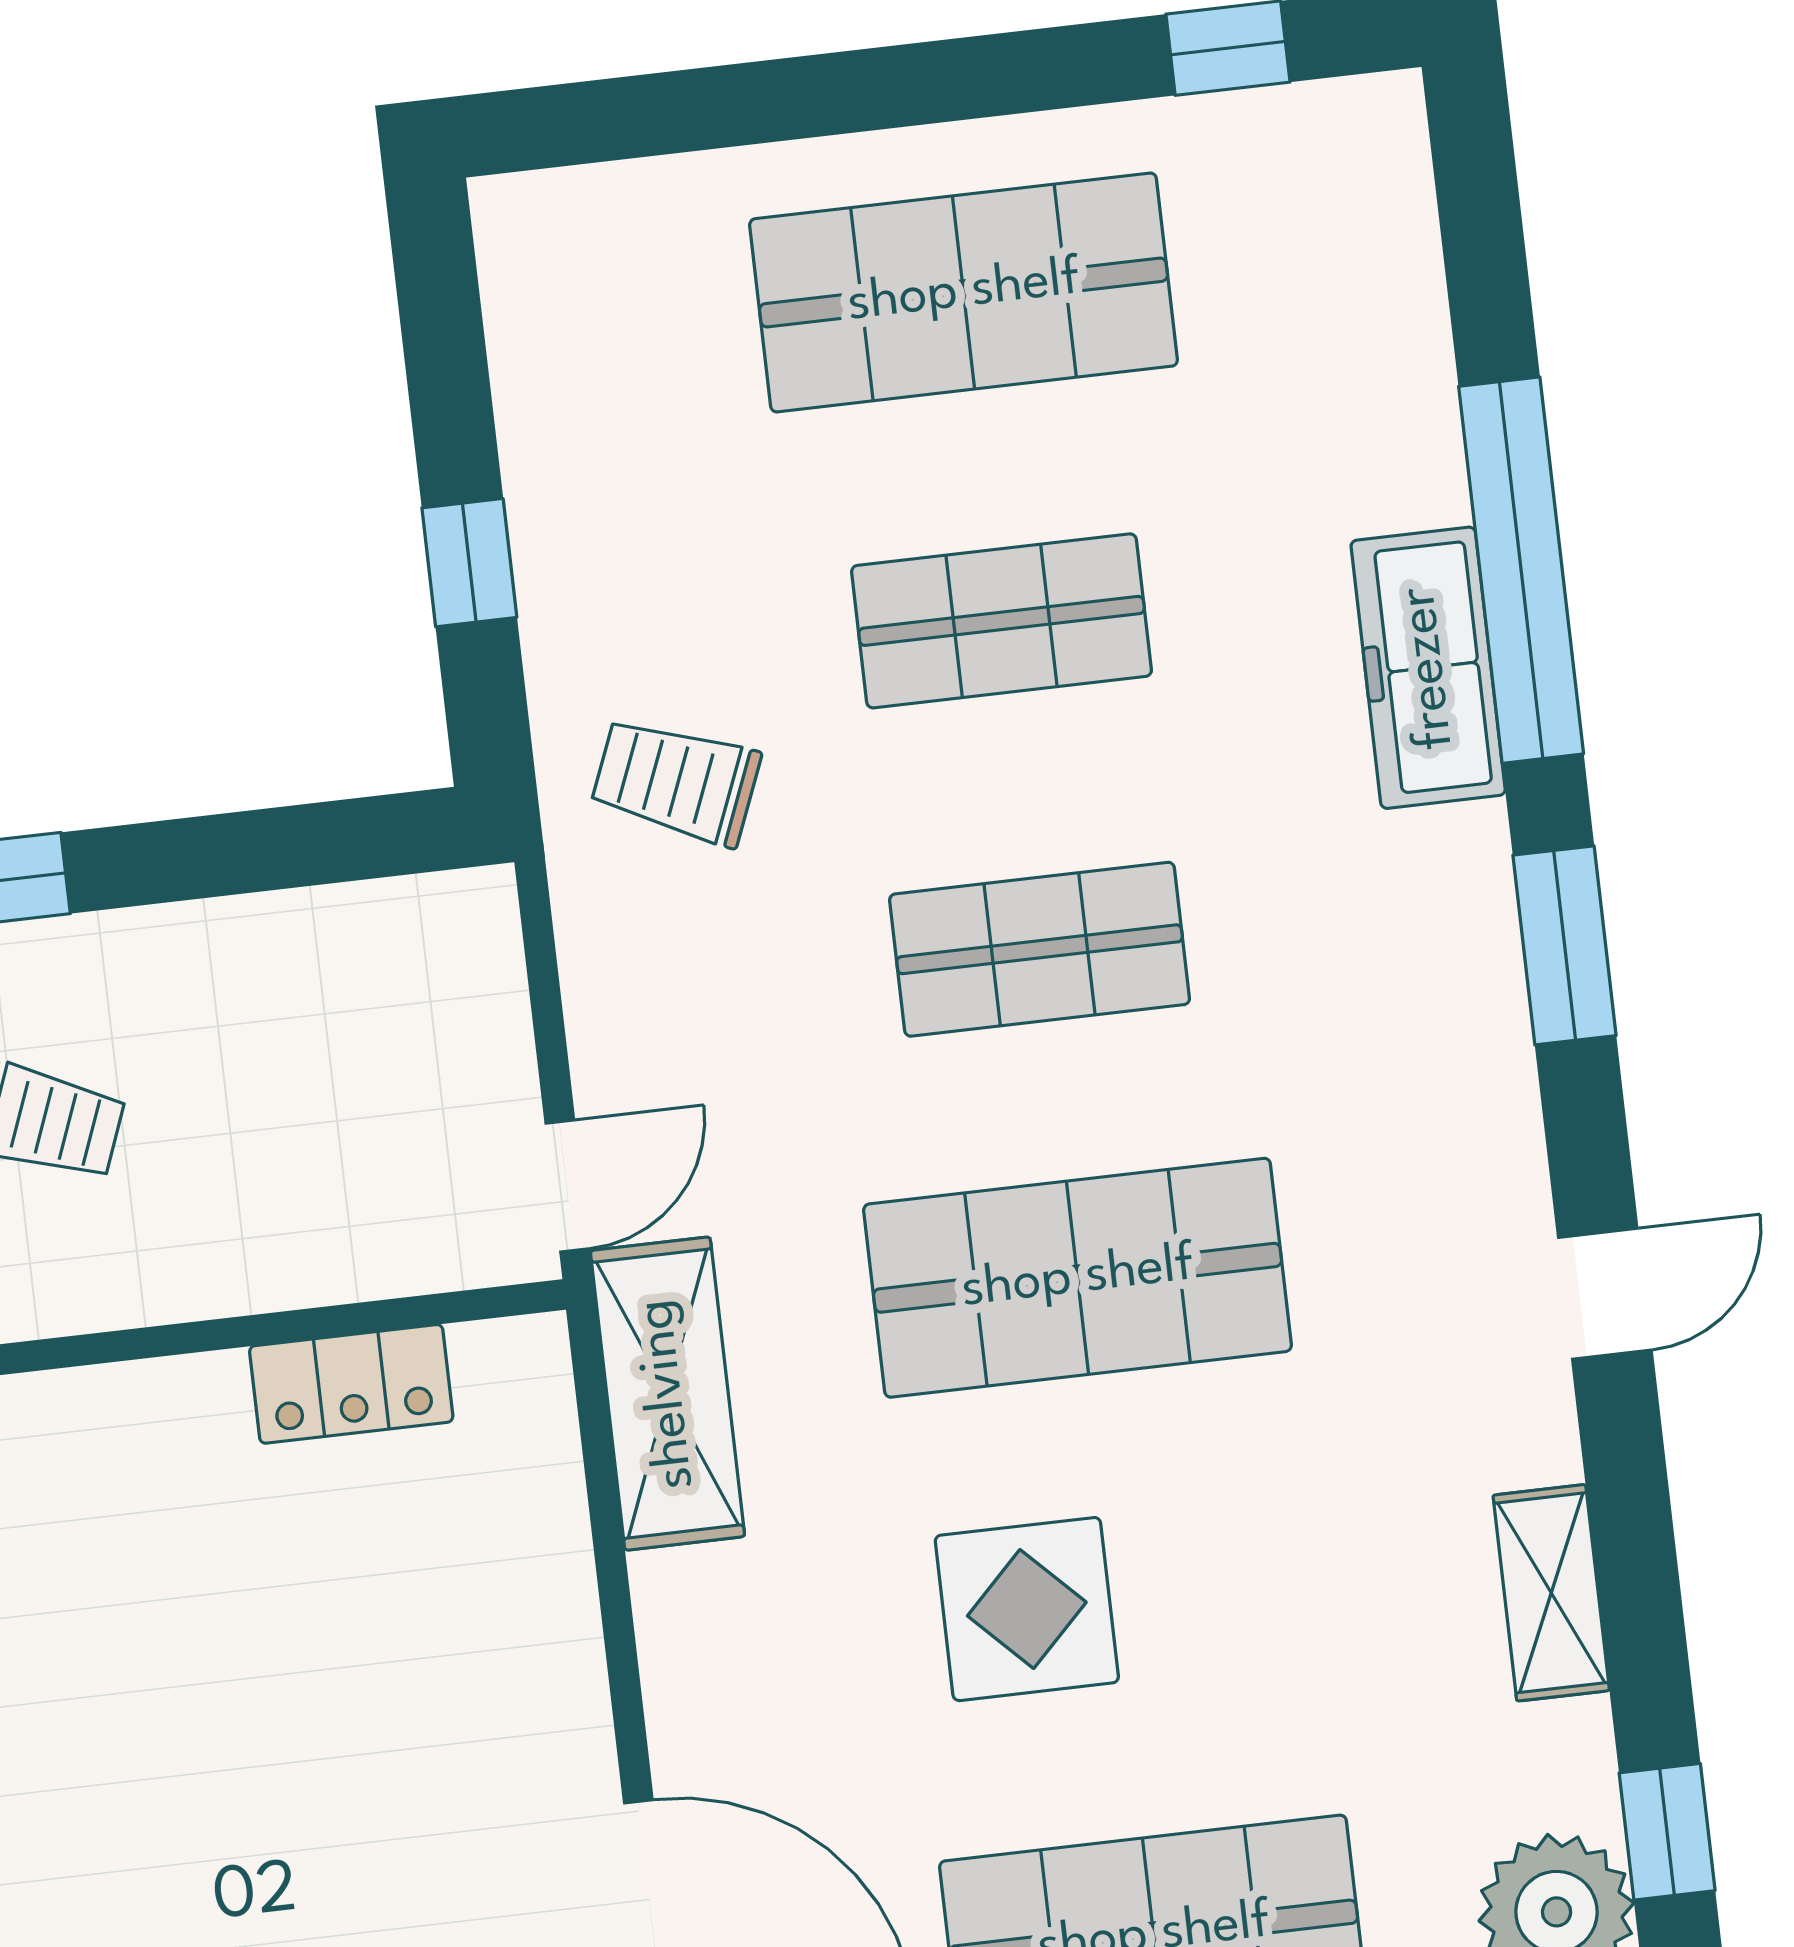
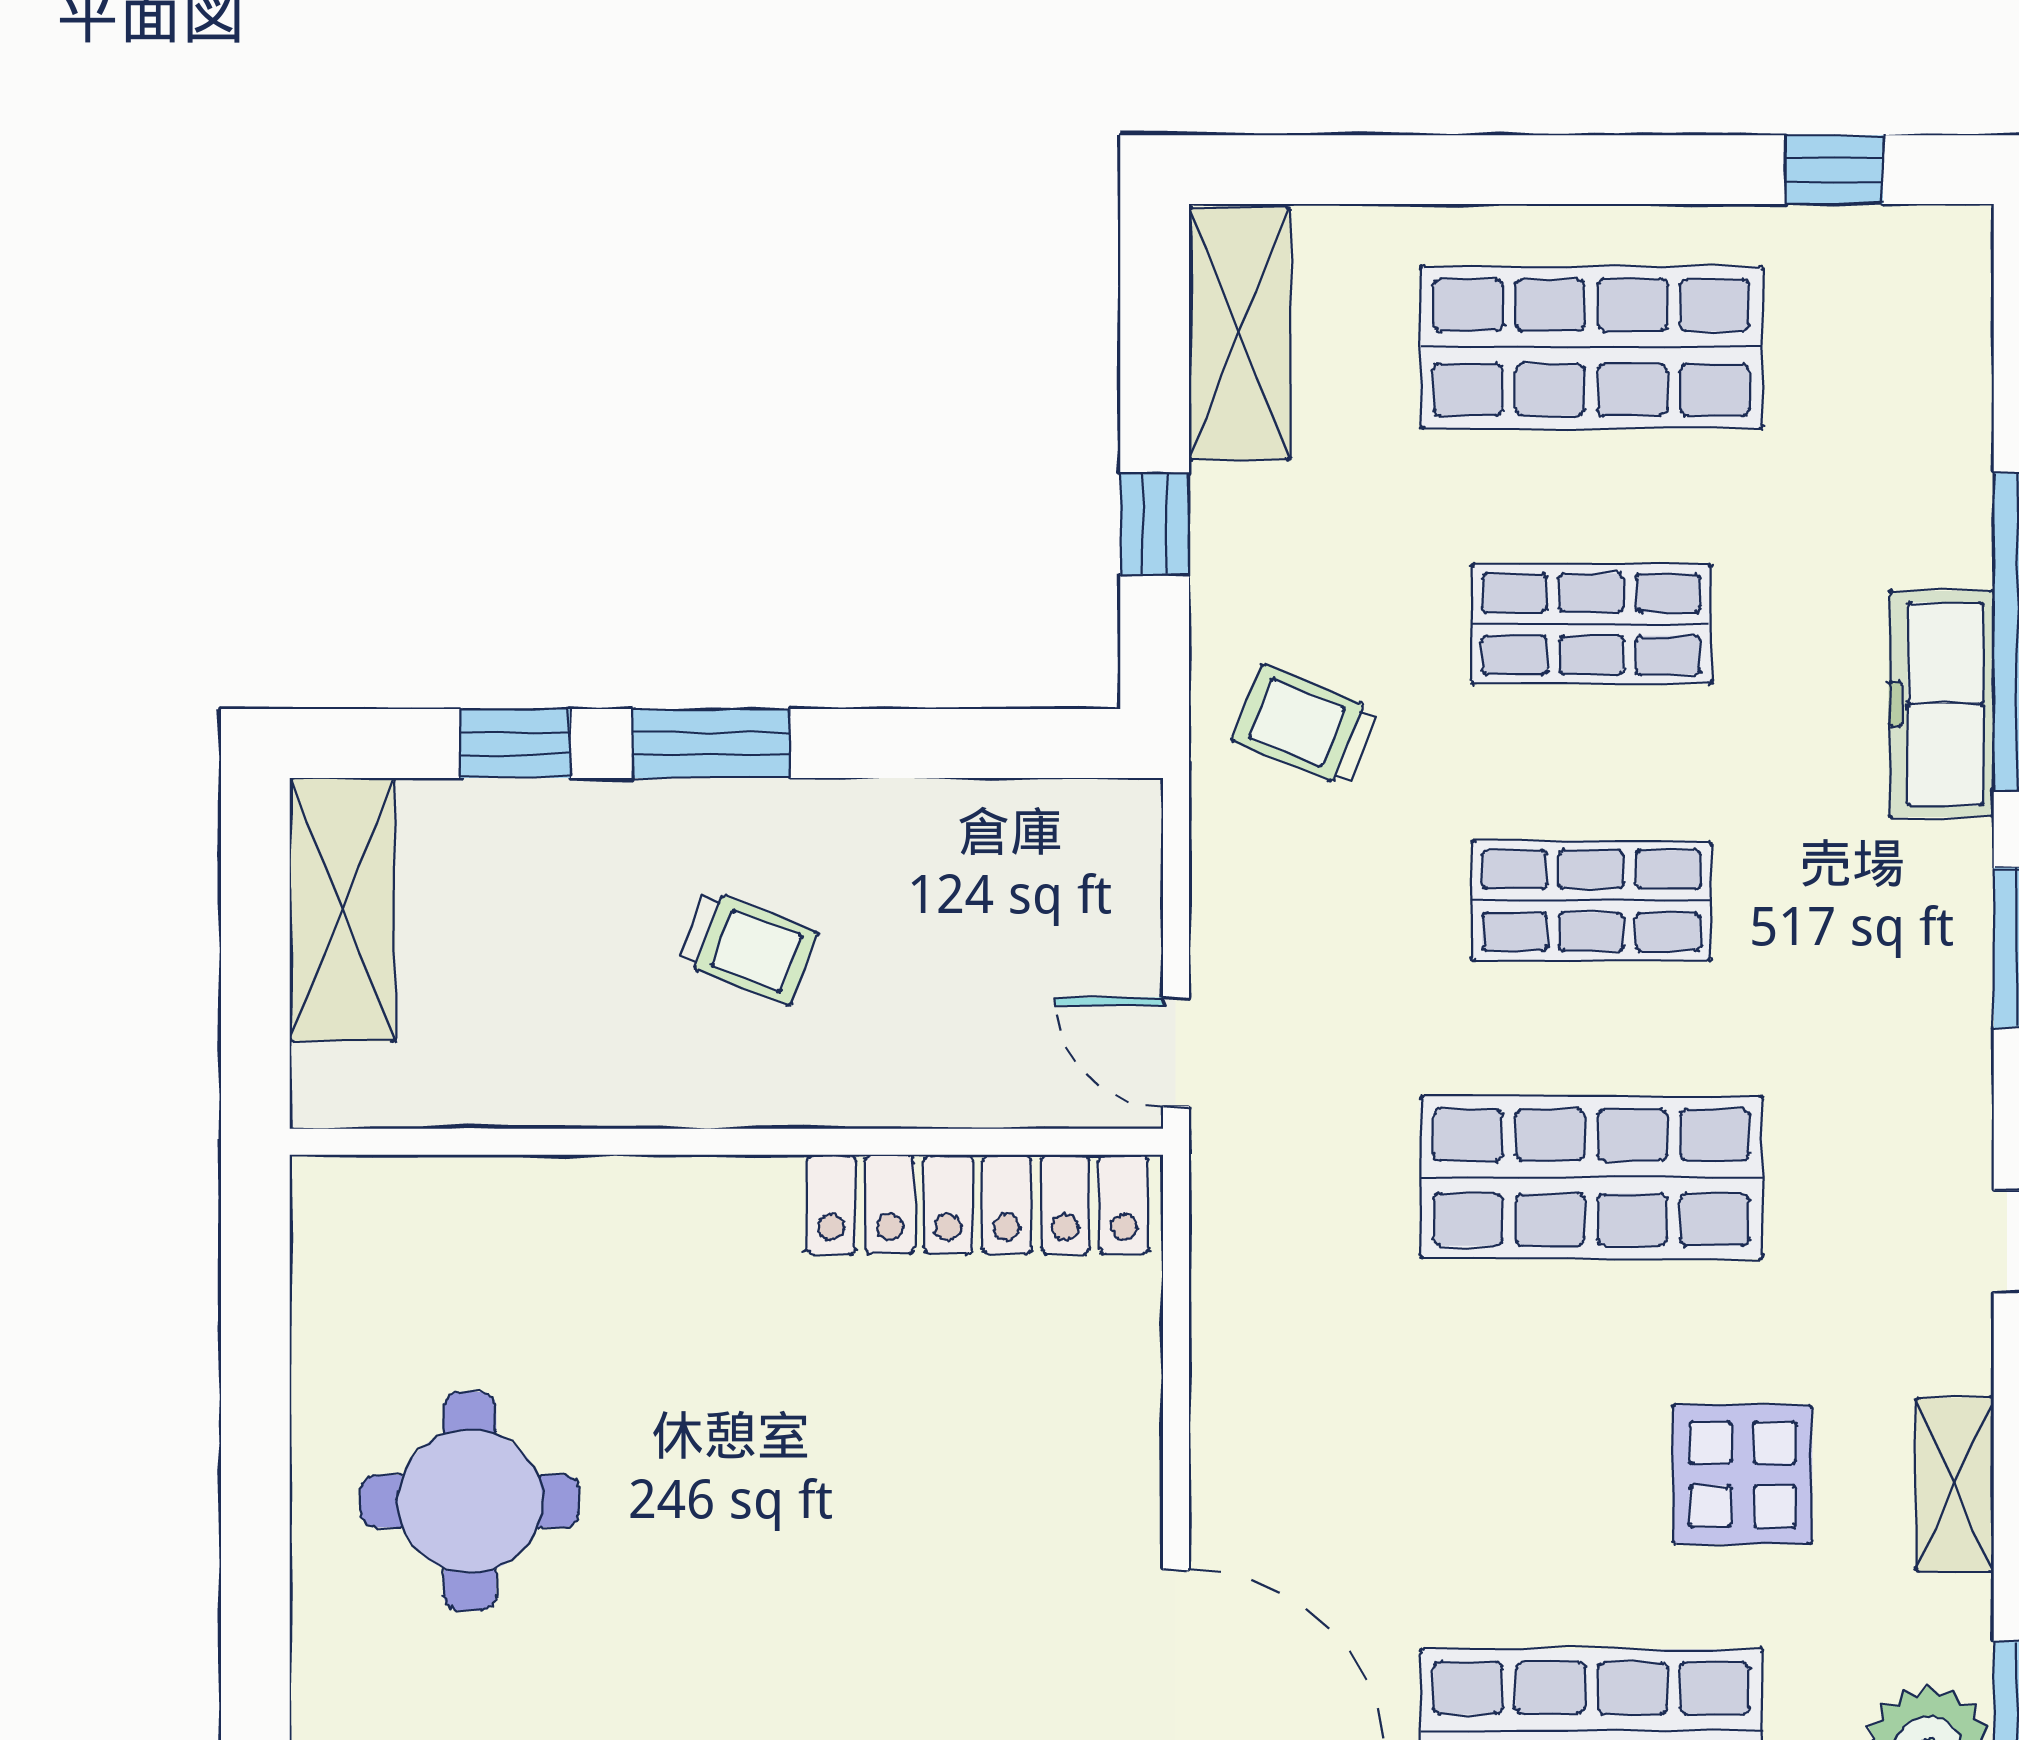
door: (567, 1186) -> (1176, 1052), swing flipped
locker: (351, 1384) -> (977, 1204), width x2.16, depth x1.21
shelving: (667, 1394) -> (1239, 334), moved
display table: (1027, 1609) -> (1742, 1474), moved

